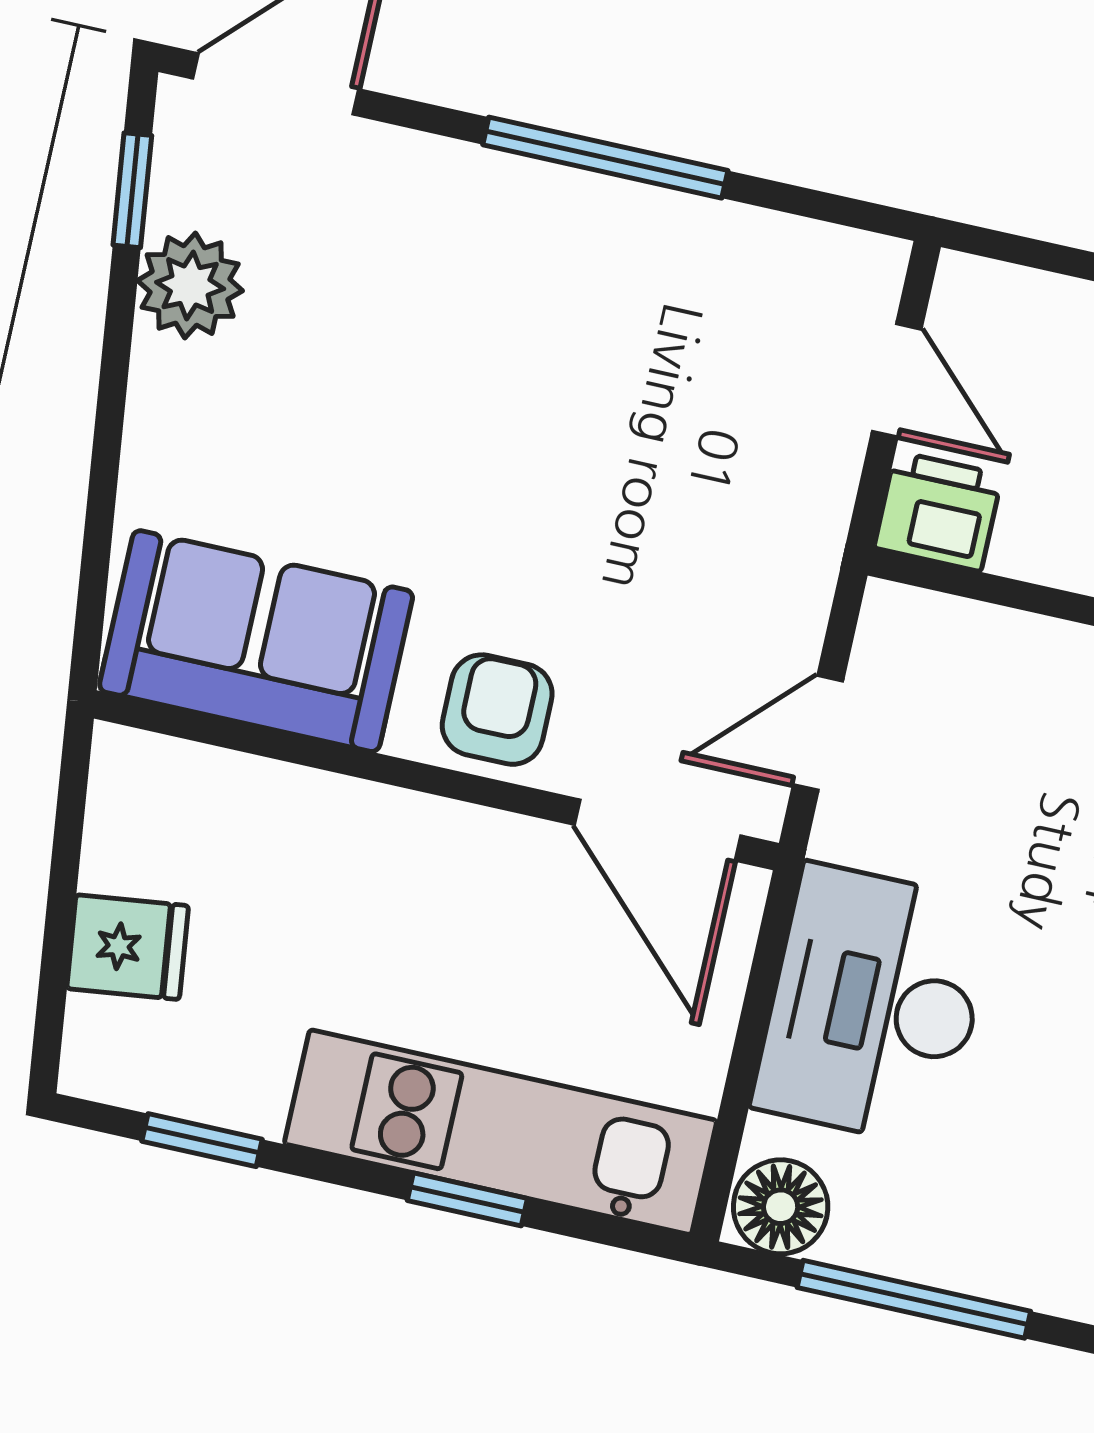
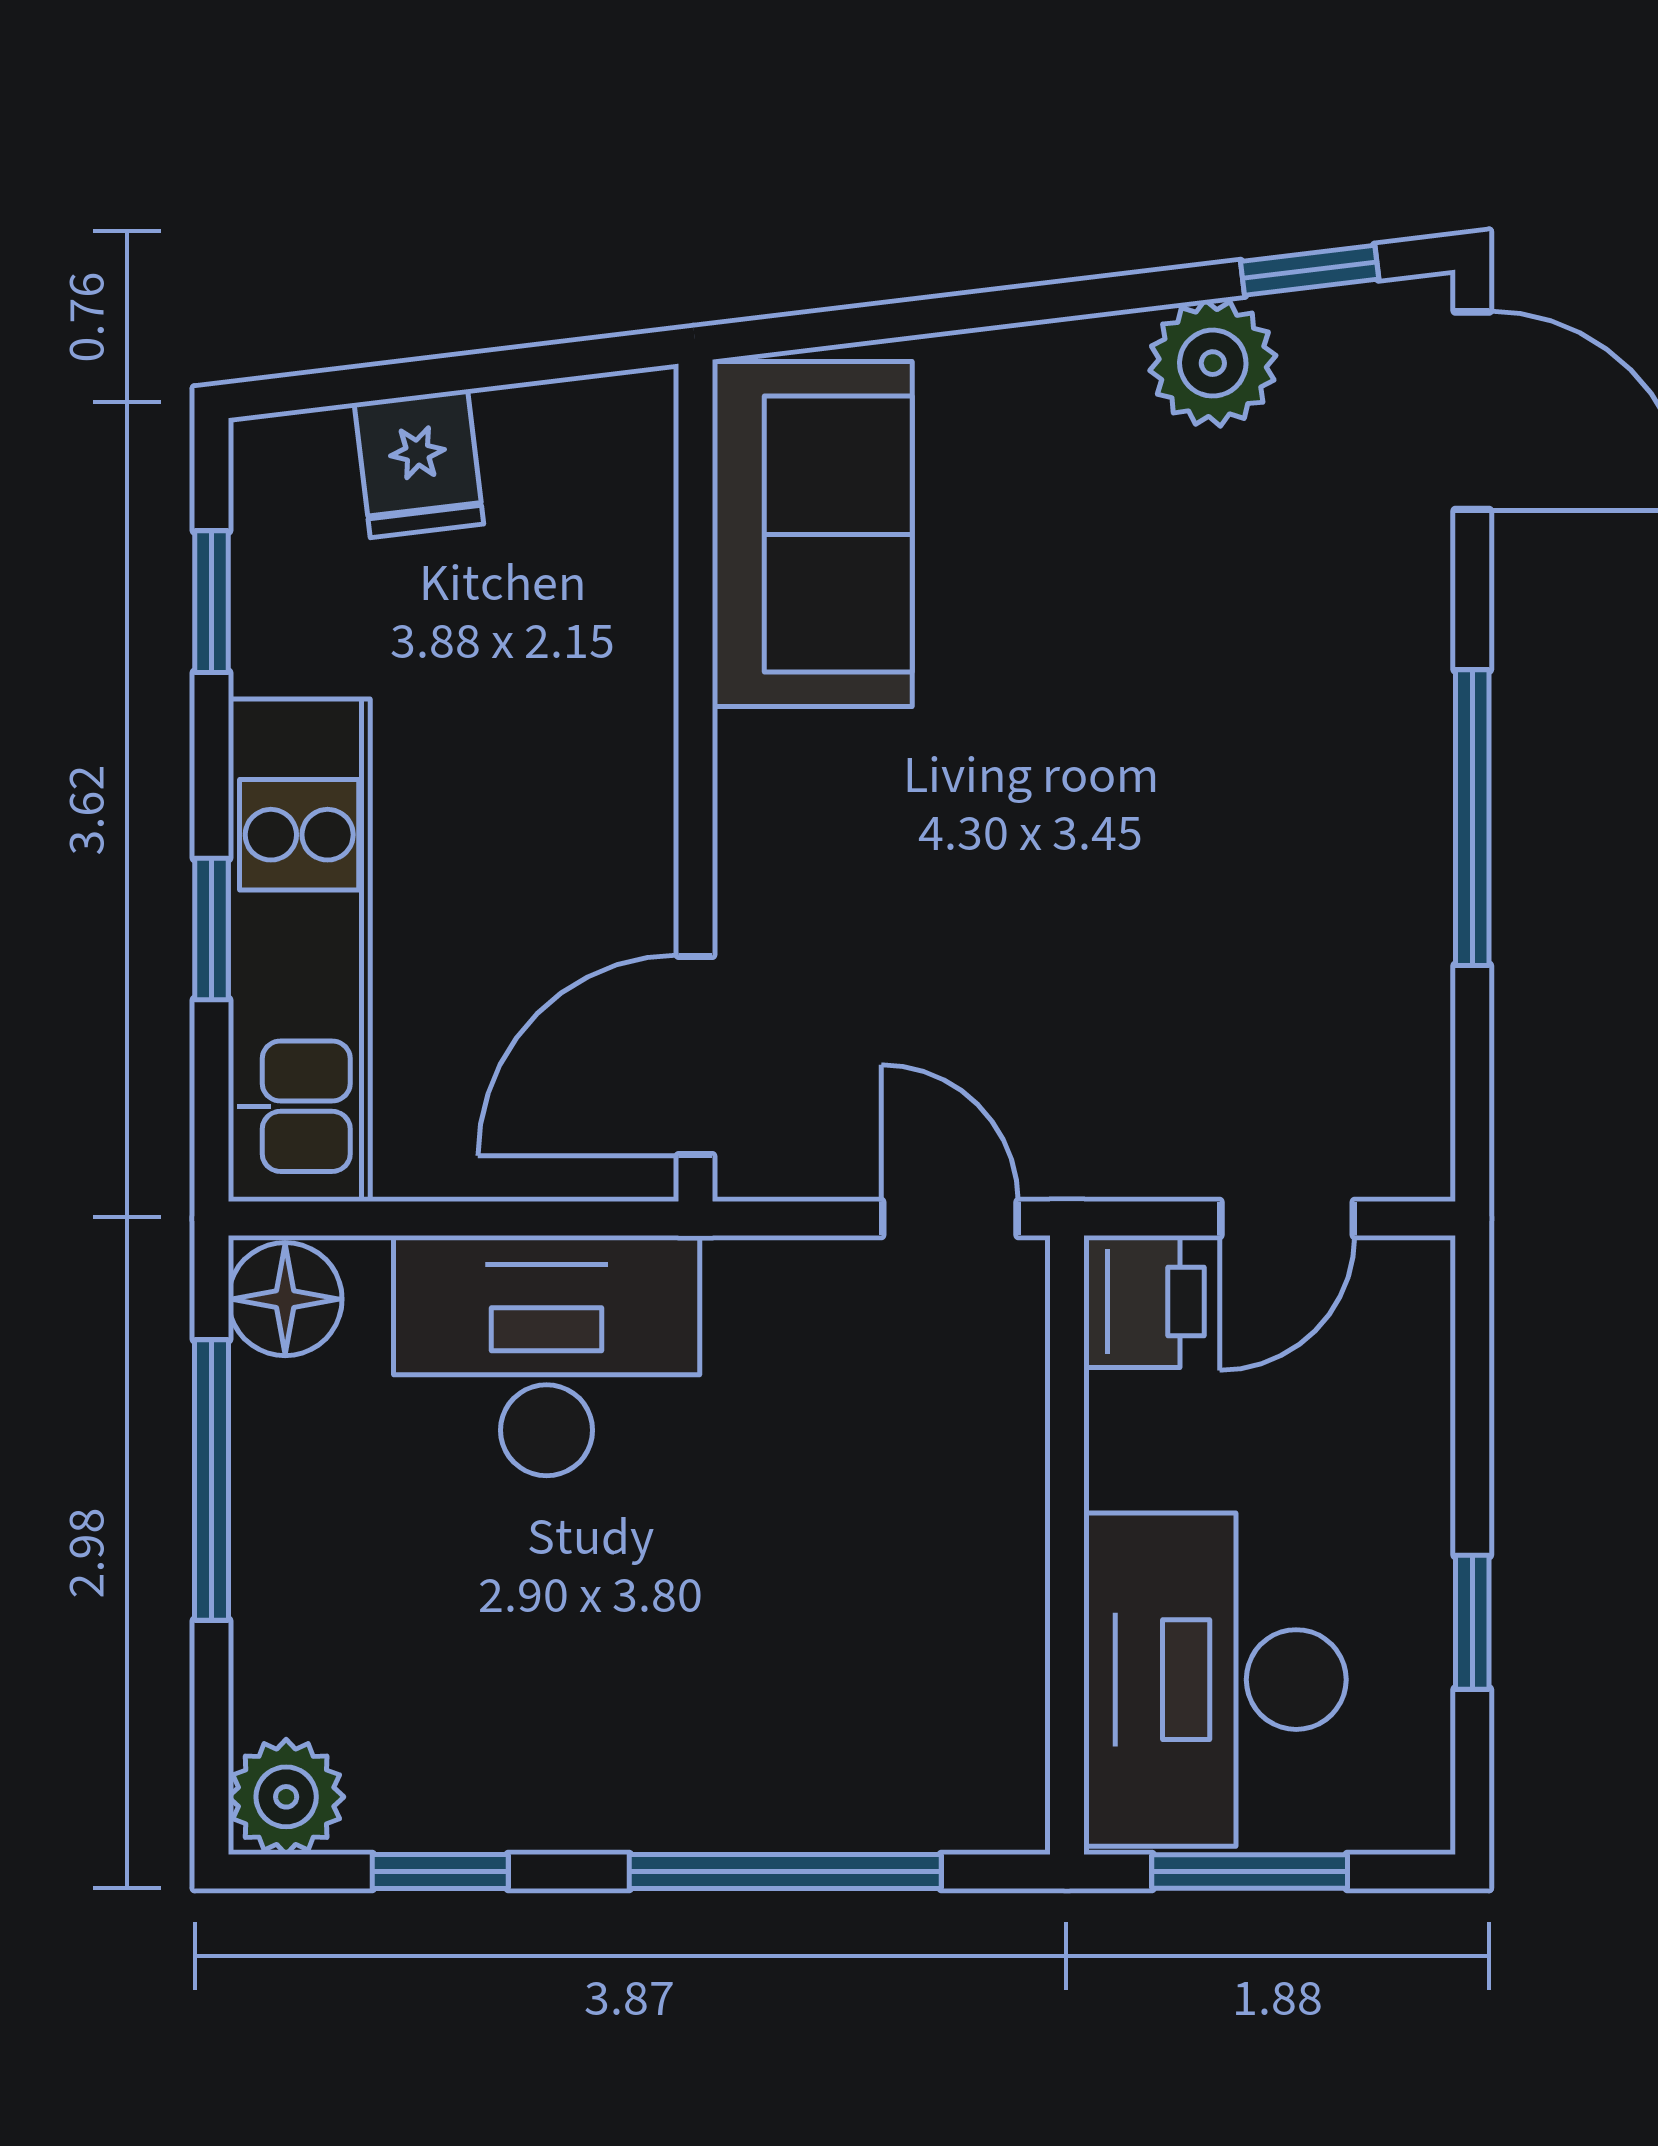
armchair: (497, 710) -> (795, 835), removed
door: (818, 733) -> (950, 1219), moved

